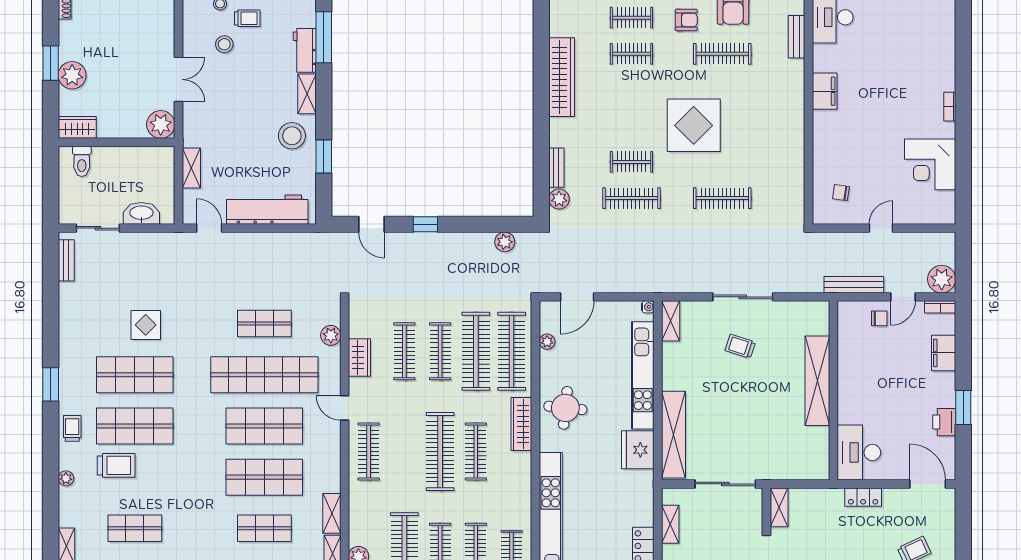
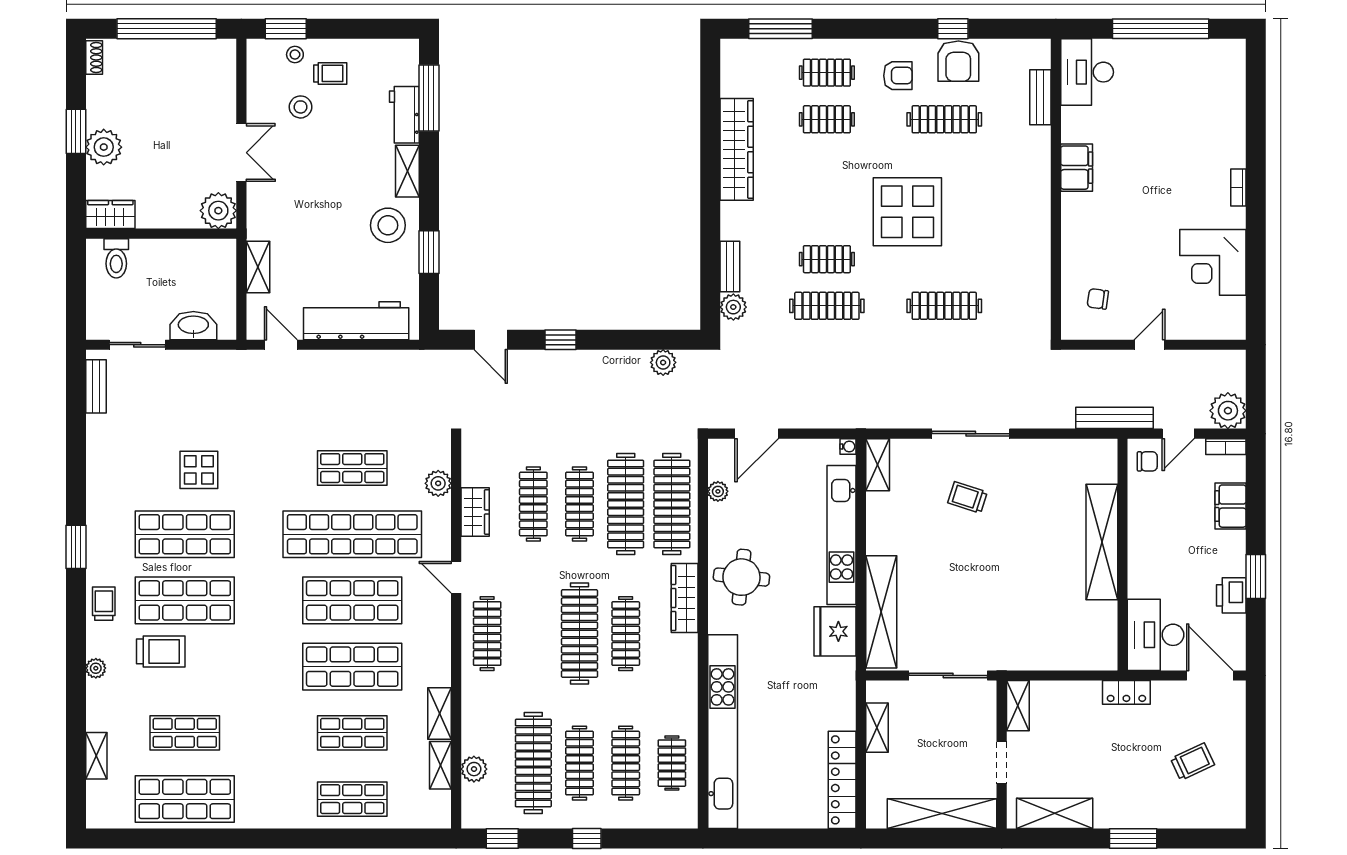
shelving: (817, 381) -> (1102, 542), moved
wall: (833, 390) -> (1123, 555), moved
desk: (859, 453) -> (1156, 635), moved

